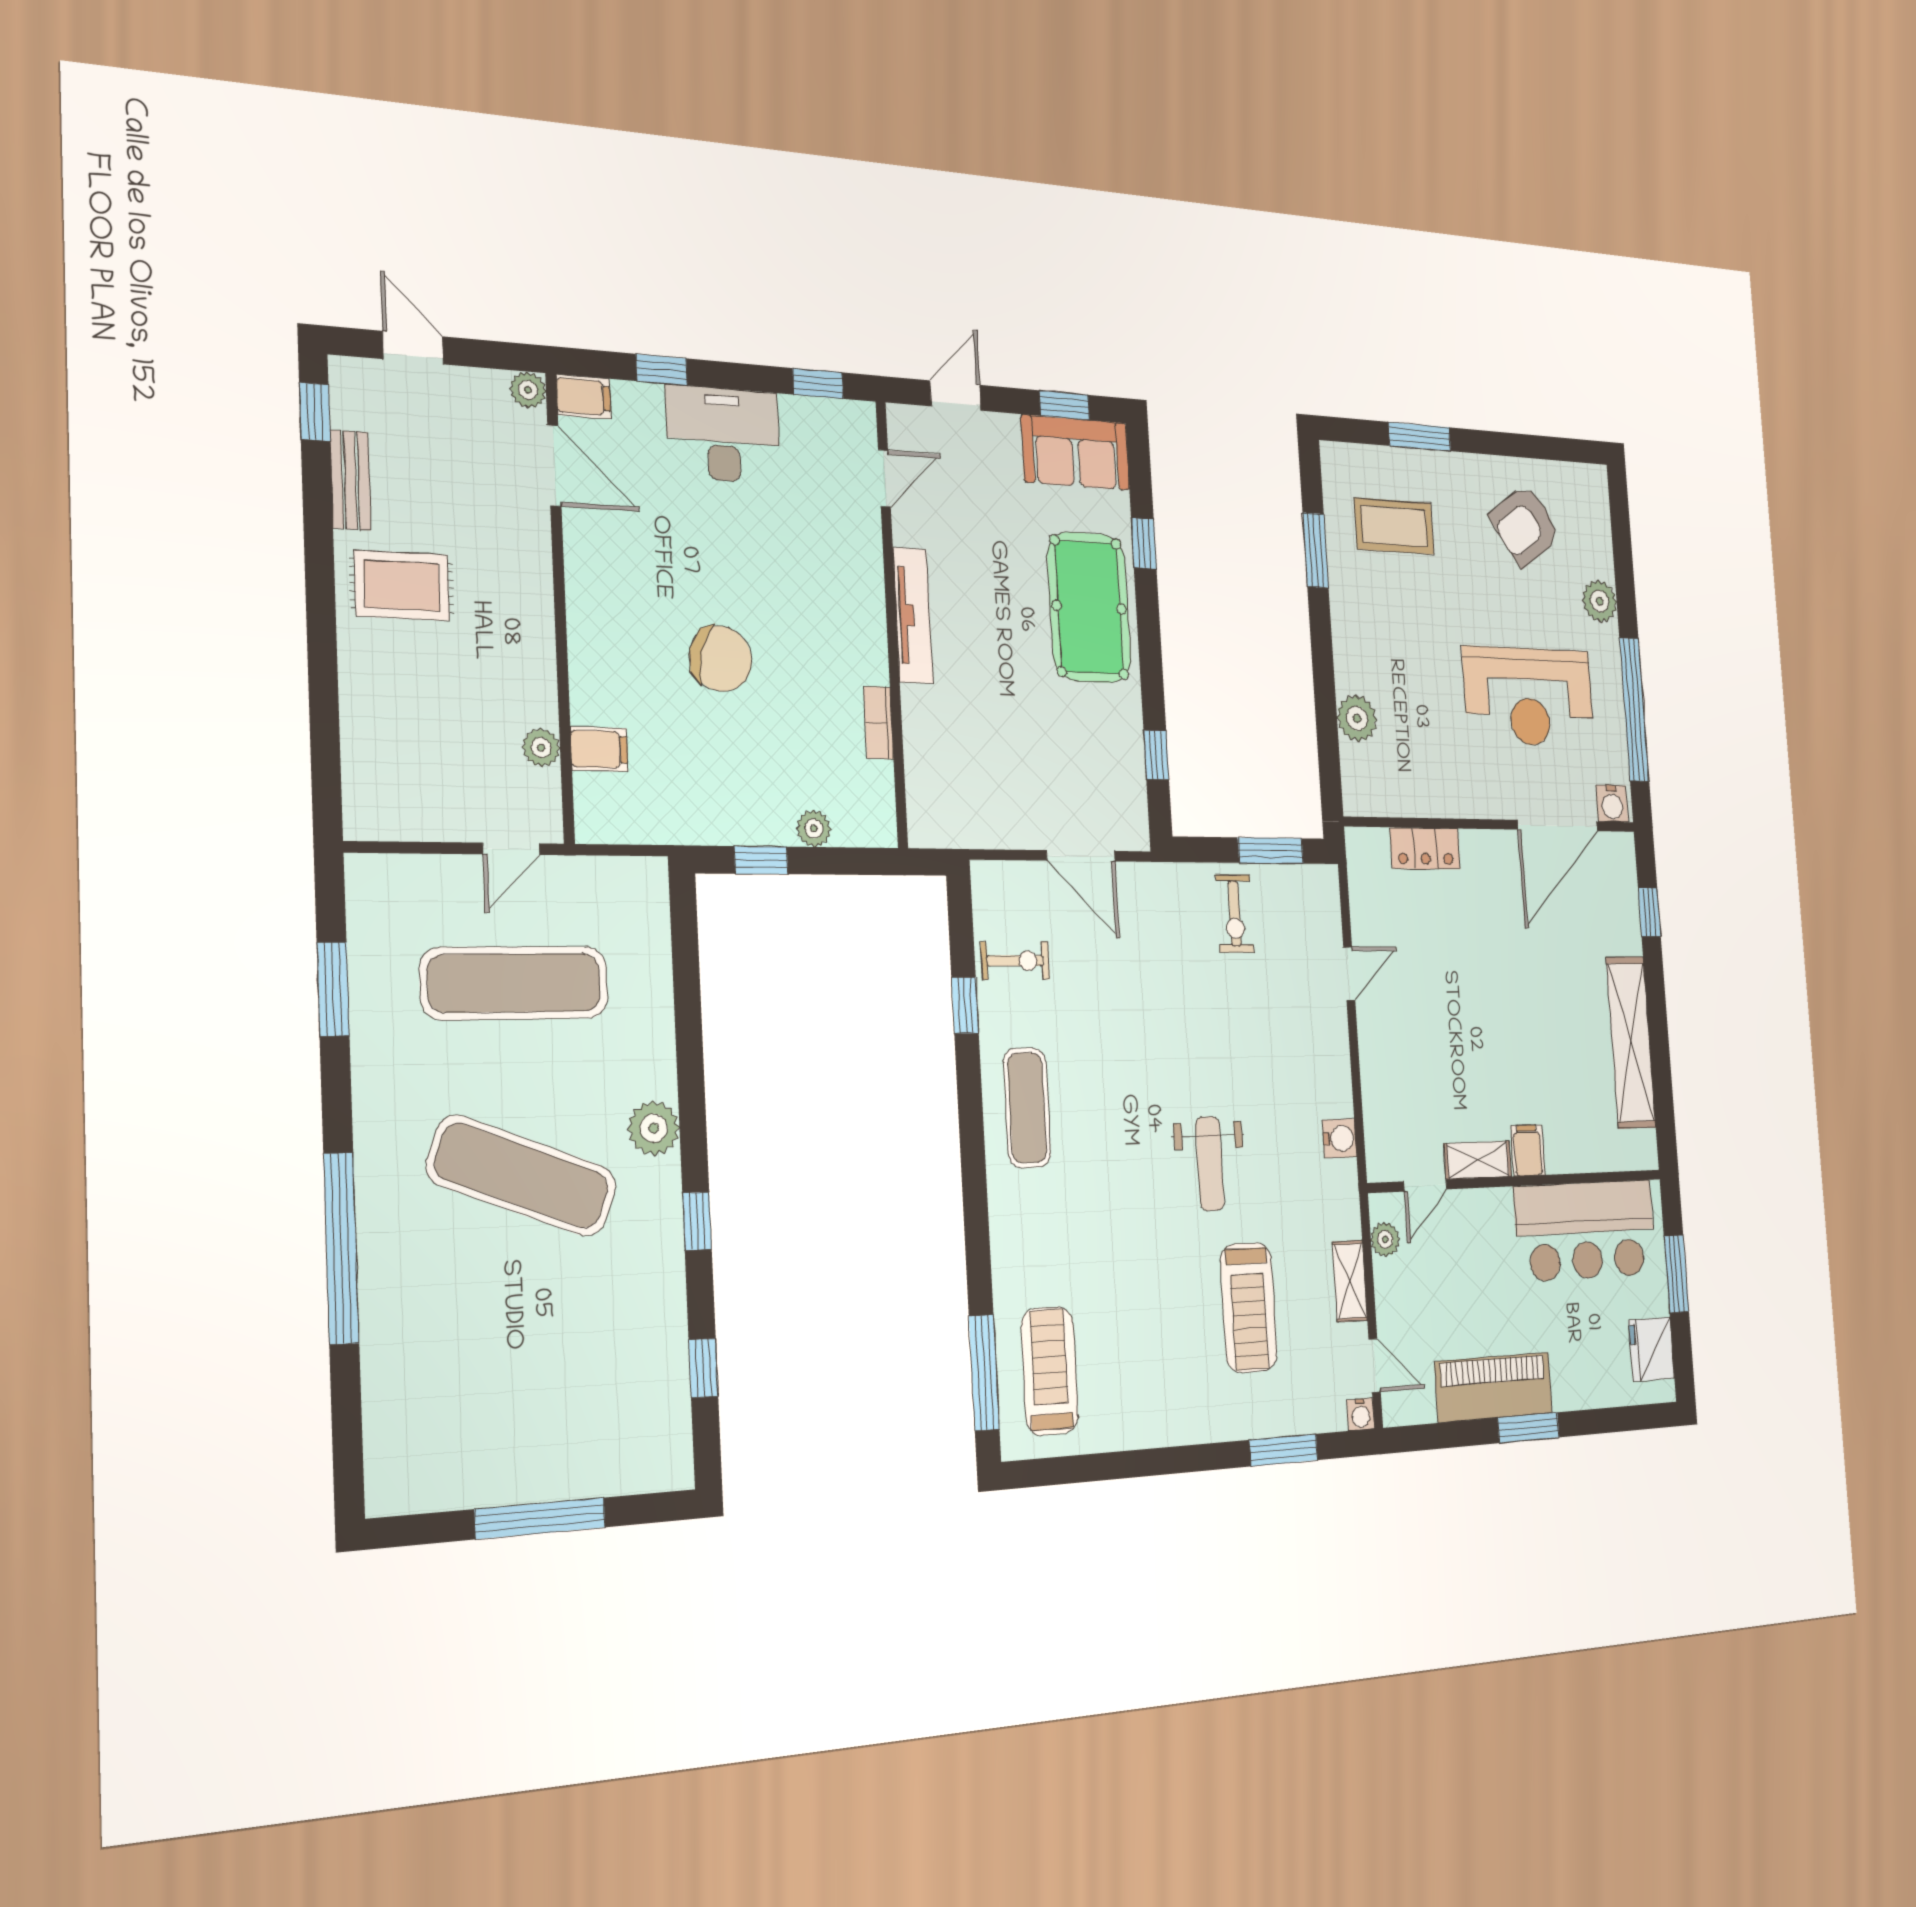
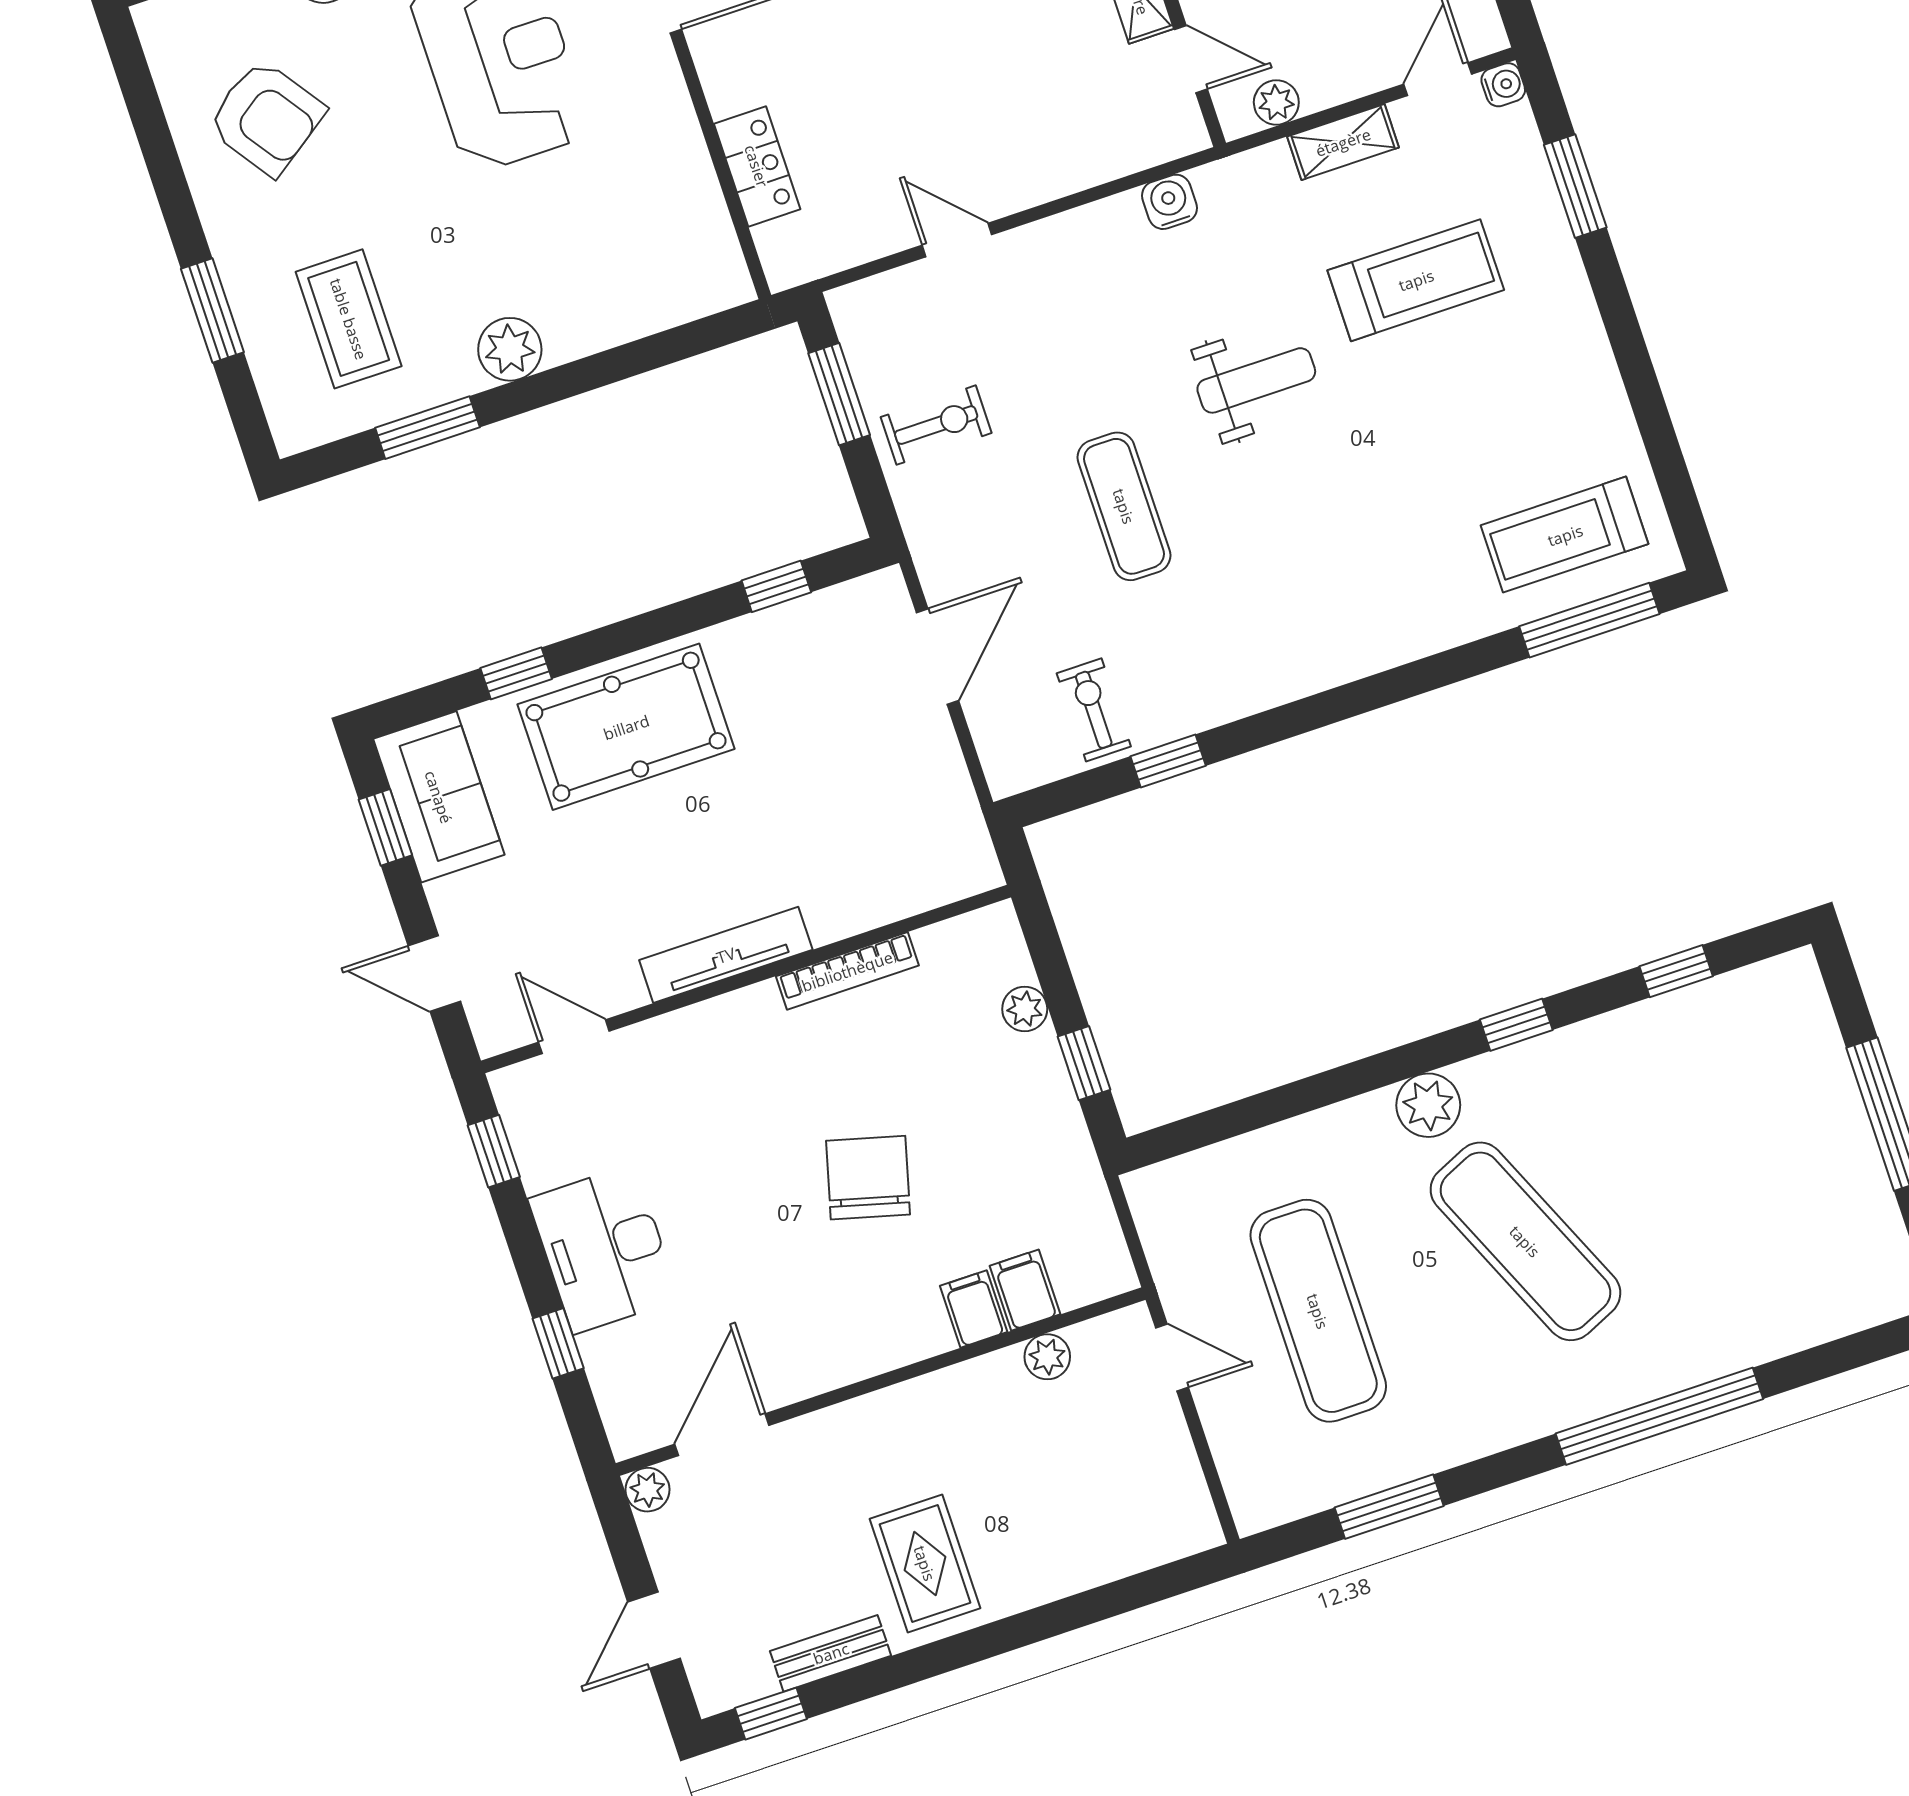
filing cabinet: (584, 397) -> (974, 1309), moved
plant: (1357, 718) -> (510, 349), moved
bookcase: (879, 723) -> (847, 971), width x1.56
exercise mat: (1027, 1108) -> (1124, 506), moved, turned 90
exercise mat: (522, 1176) -> (1525, 1241), turned -45

